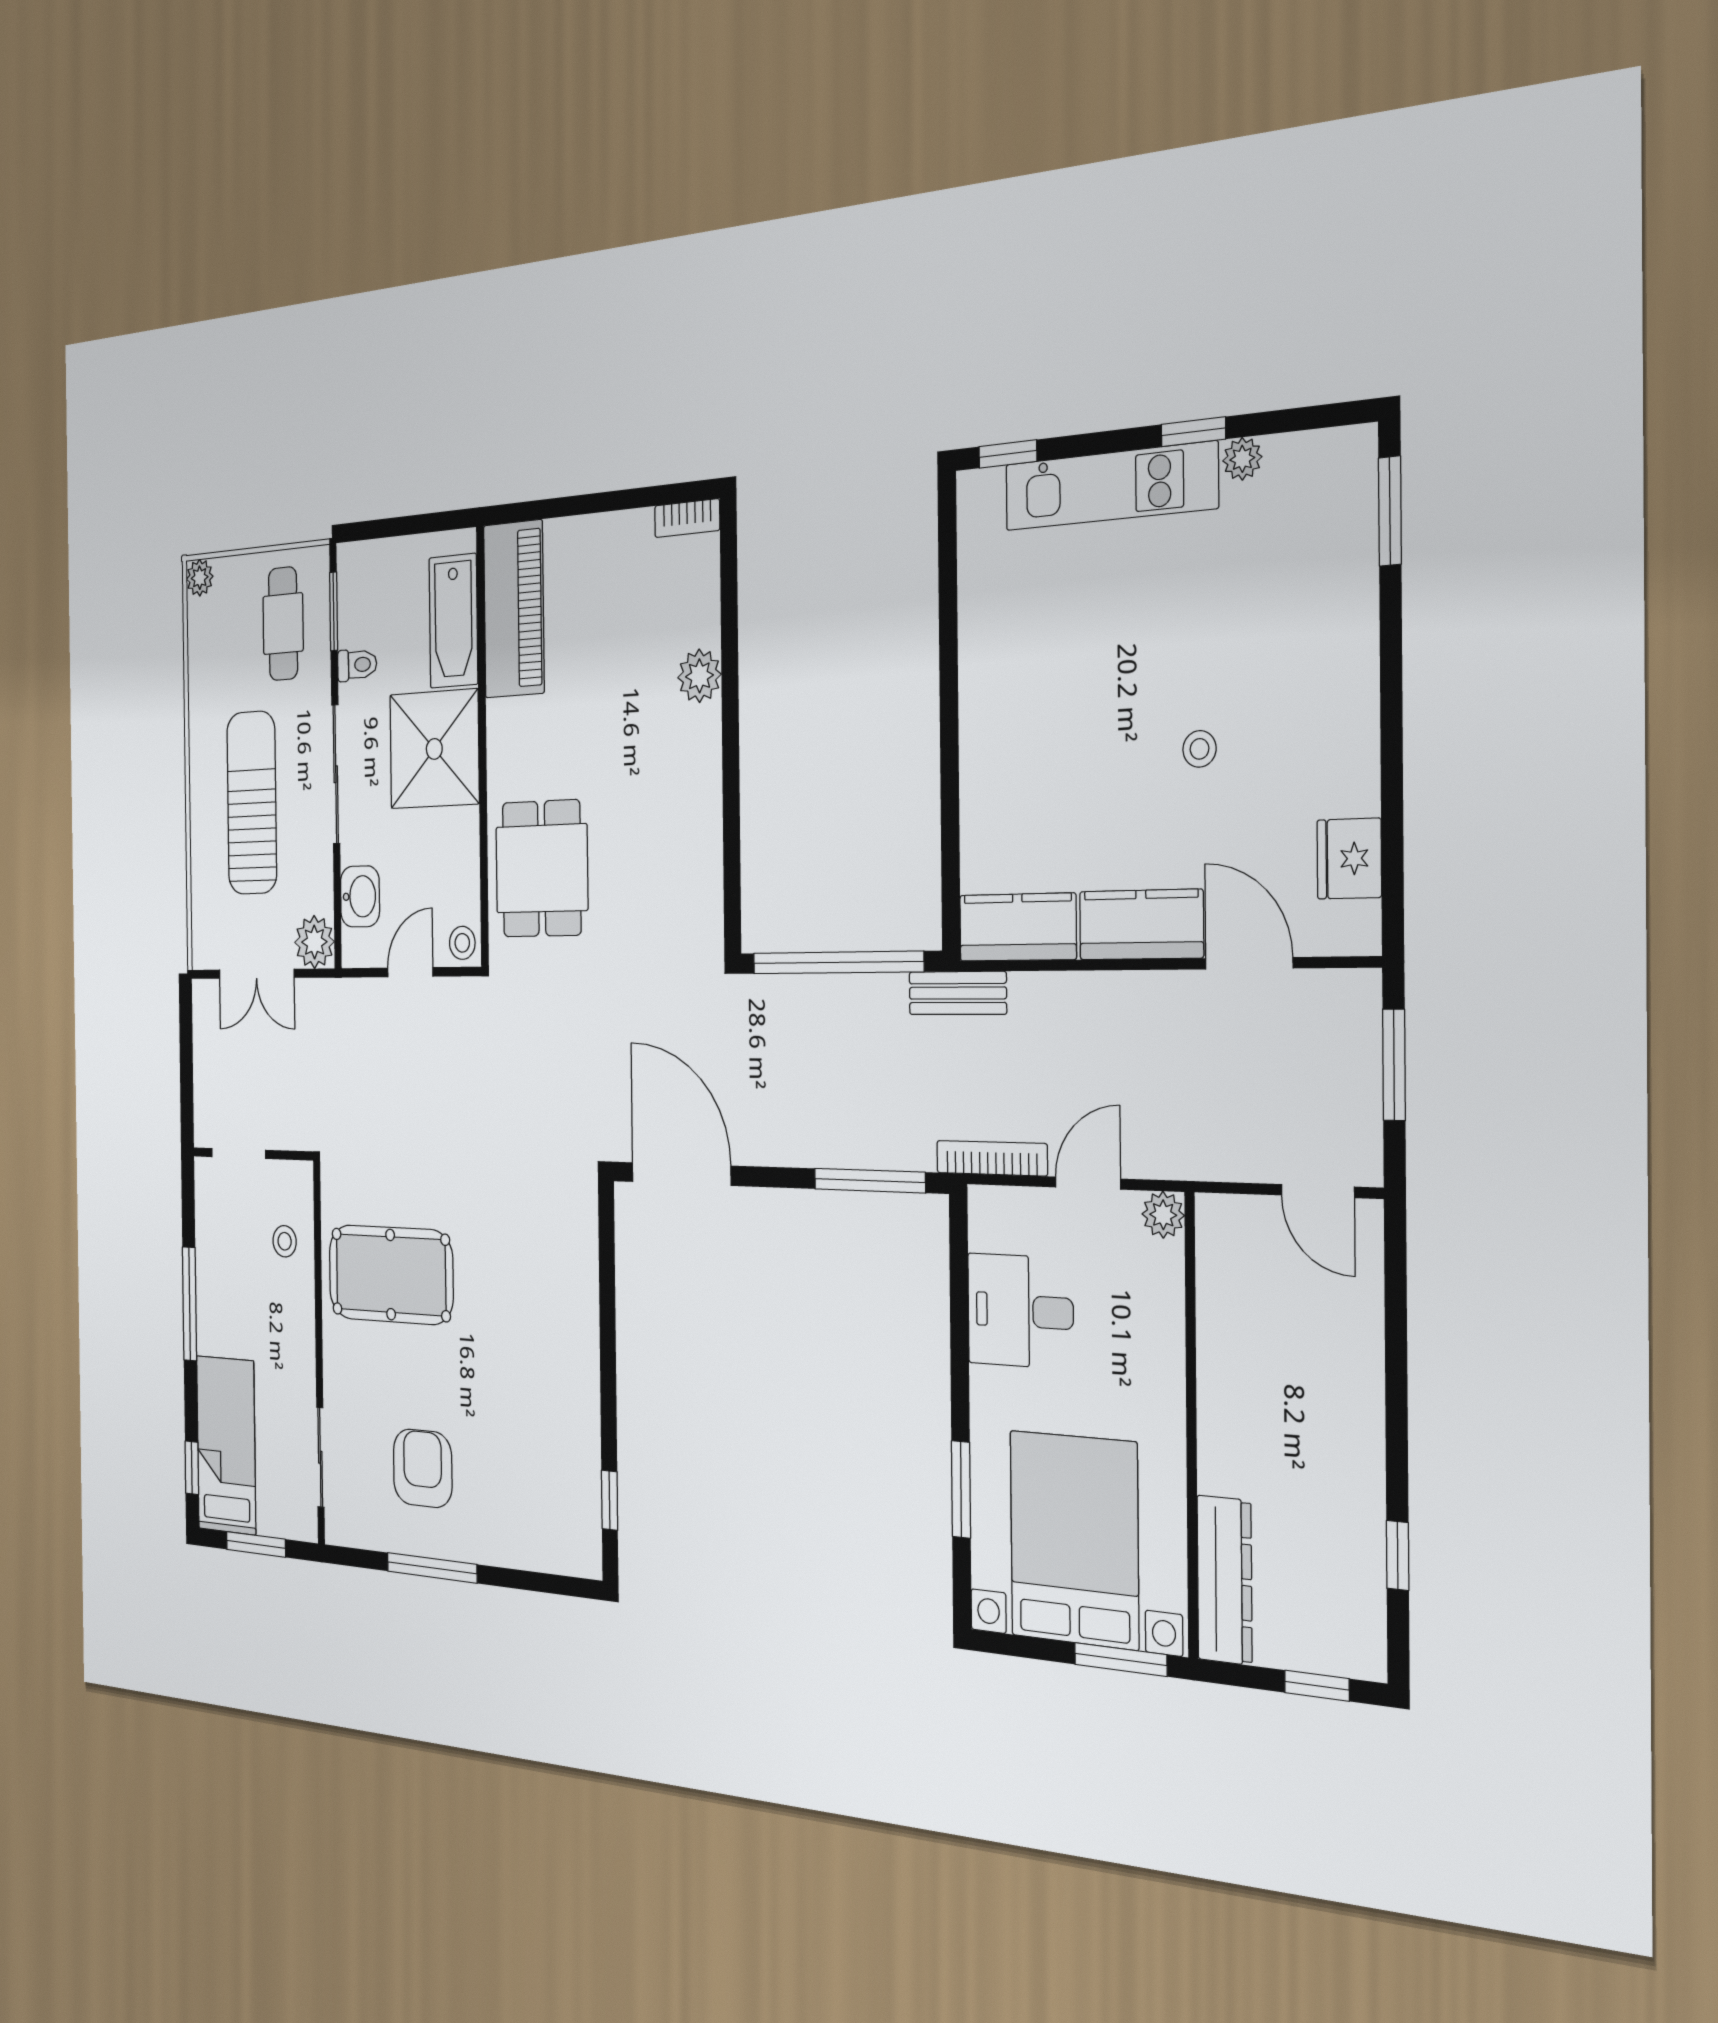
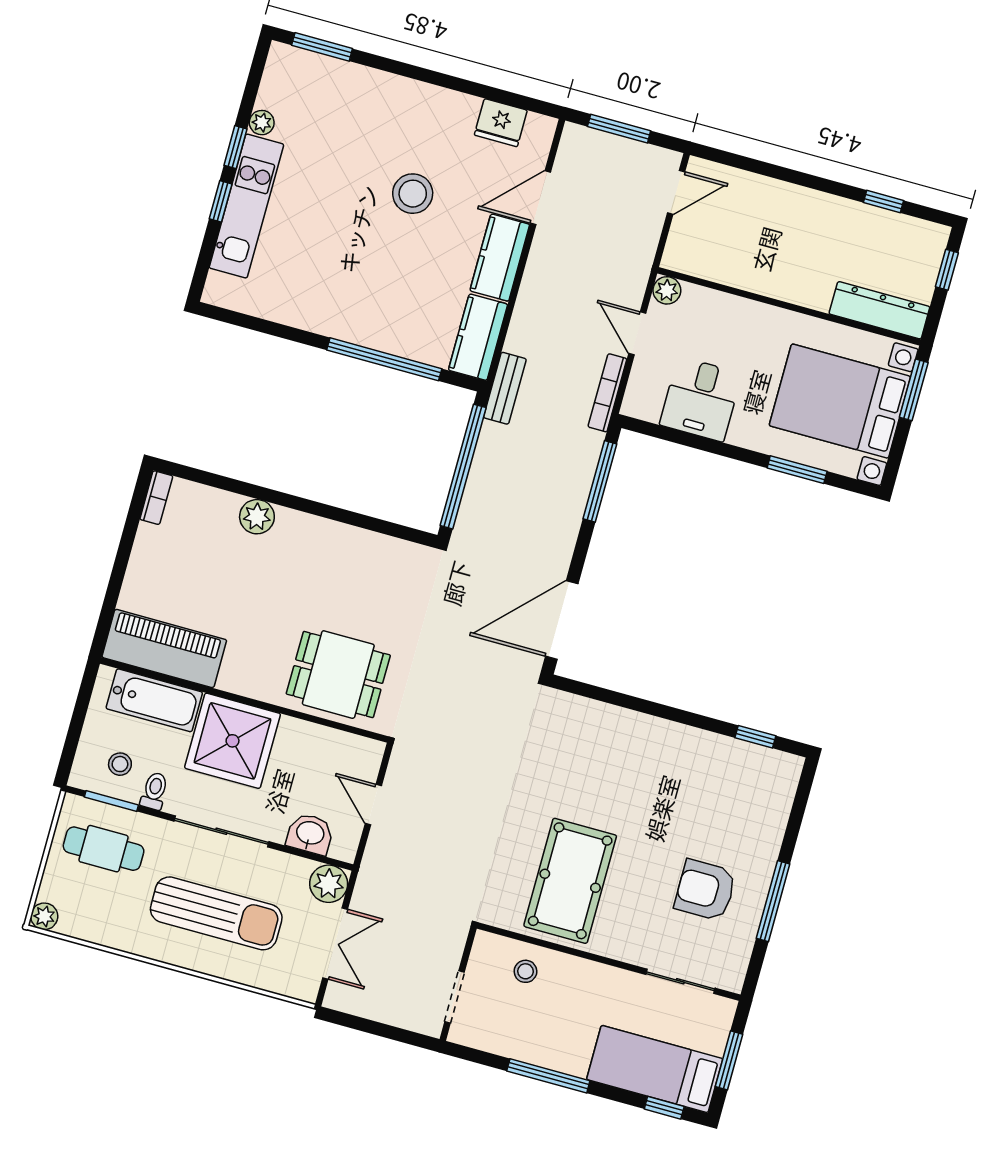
window: (1008, 454) -> (221, 201), moved
stool: (1200, 749) -> (413, 194), width x1.89, depth x1.89
window: (950, 790) -> (384, 359), added
sun lounger: (252, 803) -> (216, 913), turned 180
stool: (462, 943) -> (120, 764), moved

